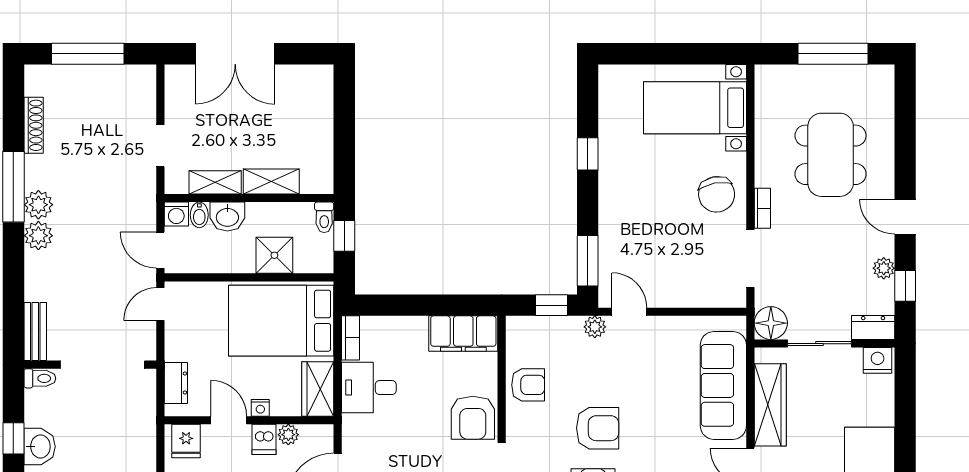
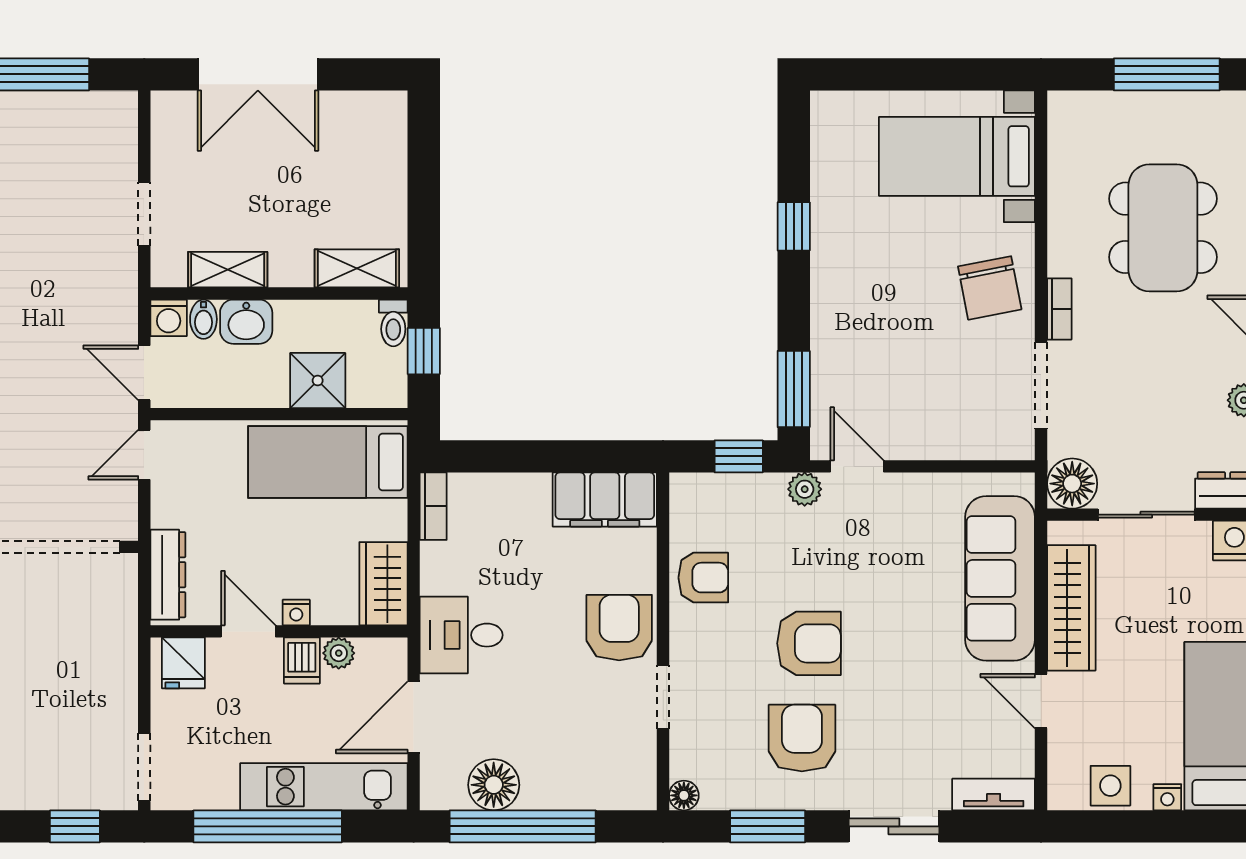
shelving: (271, 181) -> (357, 268), moved
bed: (281, 321) -> (328, 462), width x0.67
dresser: (176, 383) -> (168, 575), width x1.44
desk: (369, 388) -> (461, 635), moved
armchair: (473, 418) -> (619, 628), turned 180

